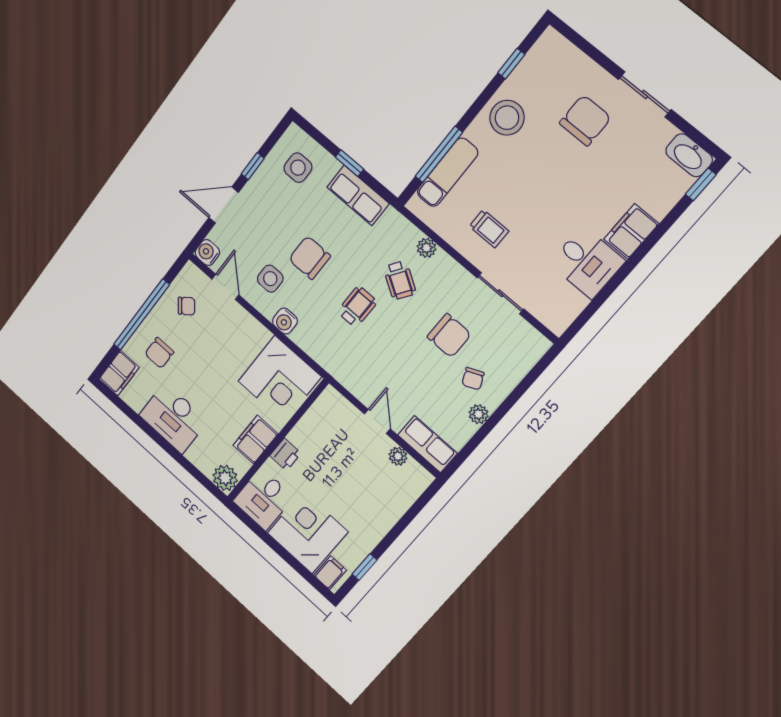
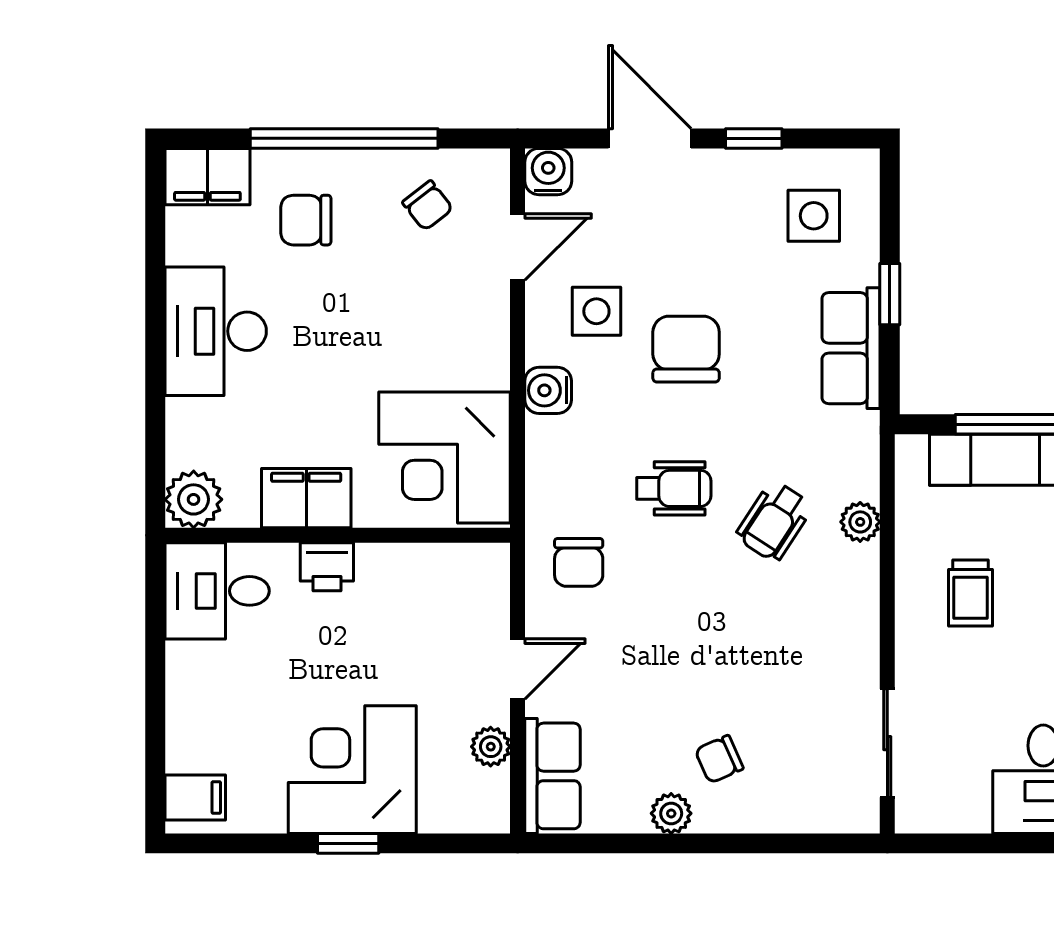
sliding door: (500, 293) -> (887, 743), moved
chair: (449, 336) -> (579, 562), moved, width x0.73, depth x0.73
corner desk: (308, 532) -> (352, 770), moved, turned -90
window: (365, 567) -> (348, 843), moved

